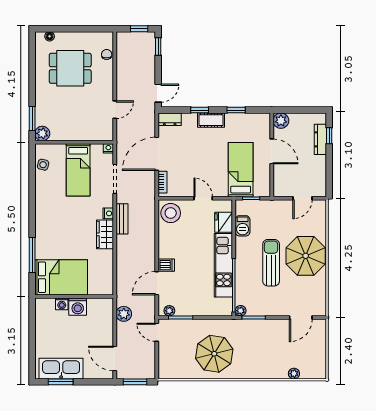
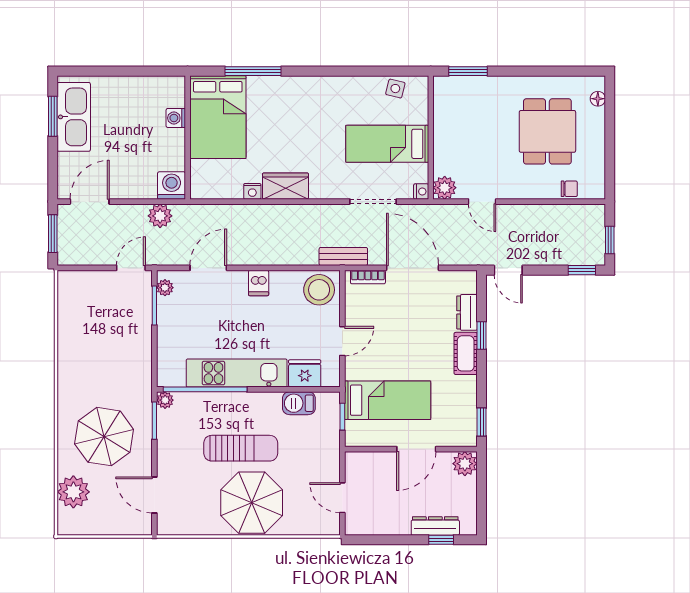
window: (236, 110) -> (482, 422), moved
dresser: (170, 119) -> (467, 312), moved
plant: (42, 133) -> (445, 188), moved
nightstand: (108, 213) -> (252, 191), moved
bench: (122, 219) -> (343, 256), moved
dishwasher: (166, 265) -> (259, 283), moved
door: (157, 283) -> (208, 268), hinge flipped
washing machine: (78, 307) -> (172, 186), moved, turned 90
parasol: (214, 354) -> (104, 437), moved
plant: (294, 374) -> (73, 492), width x1.88, depth x1.88

